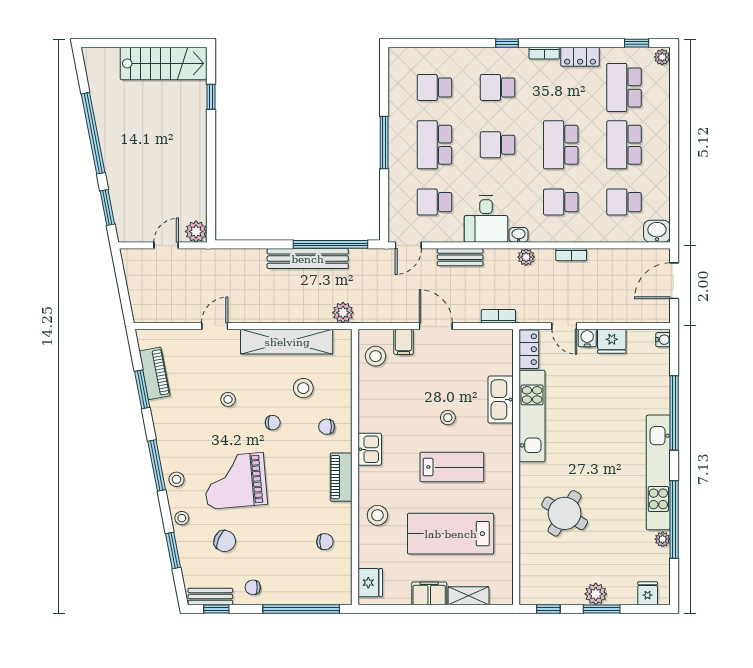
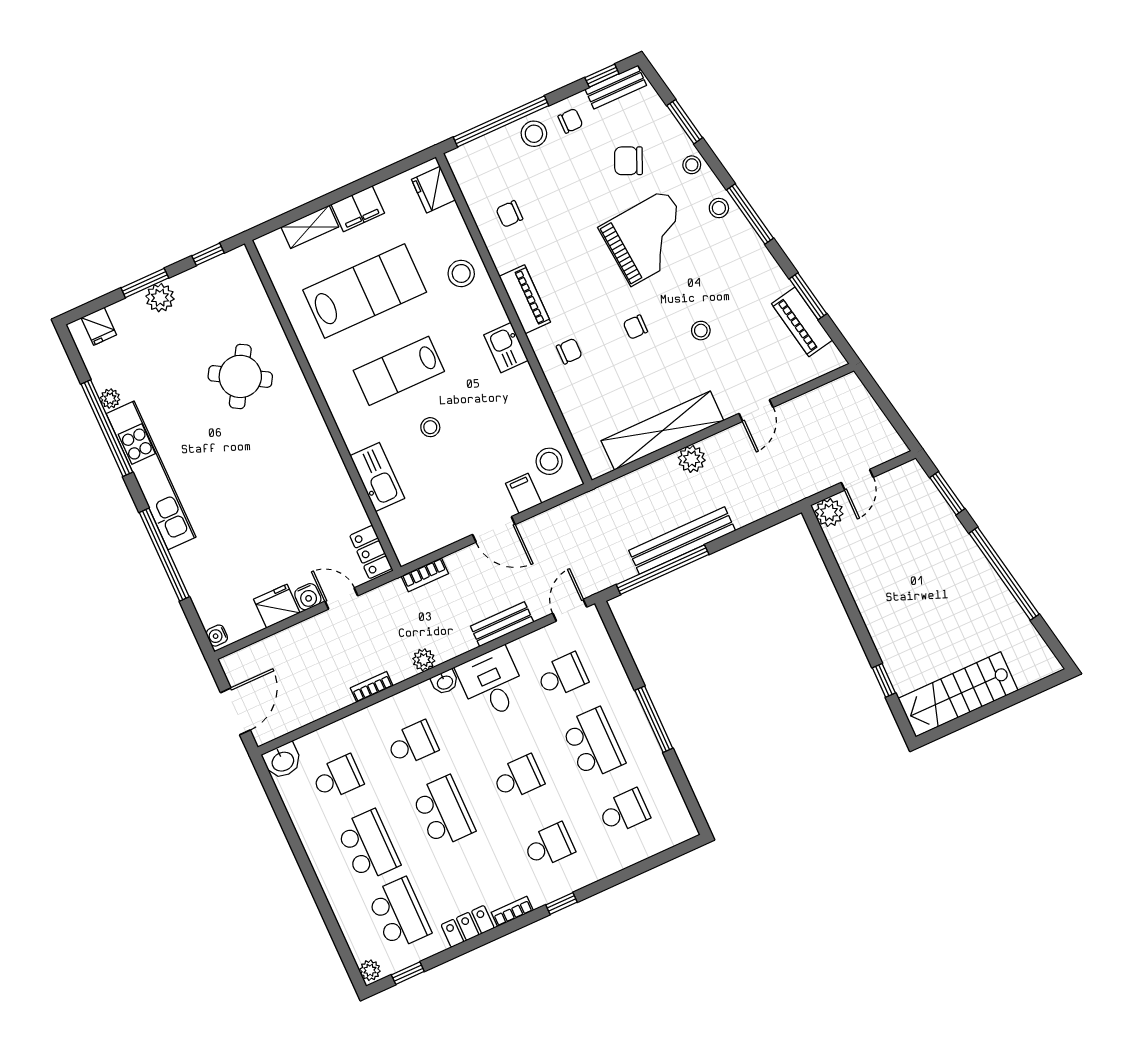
plant: (343, 313) -> (692, 459), moved
stool: (303, 388) -> (534, 134), moved
kitchen unit: (532, 416) -> (331, 474), removed

